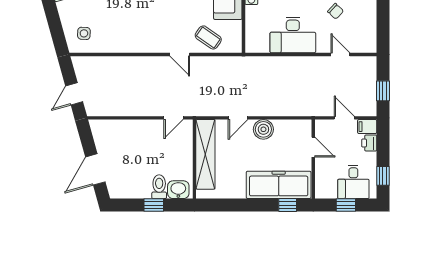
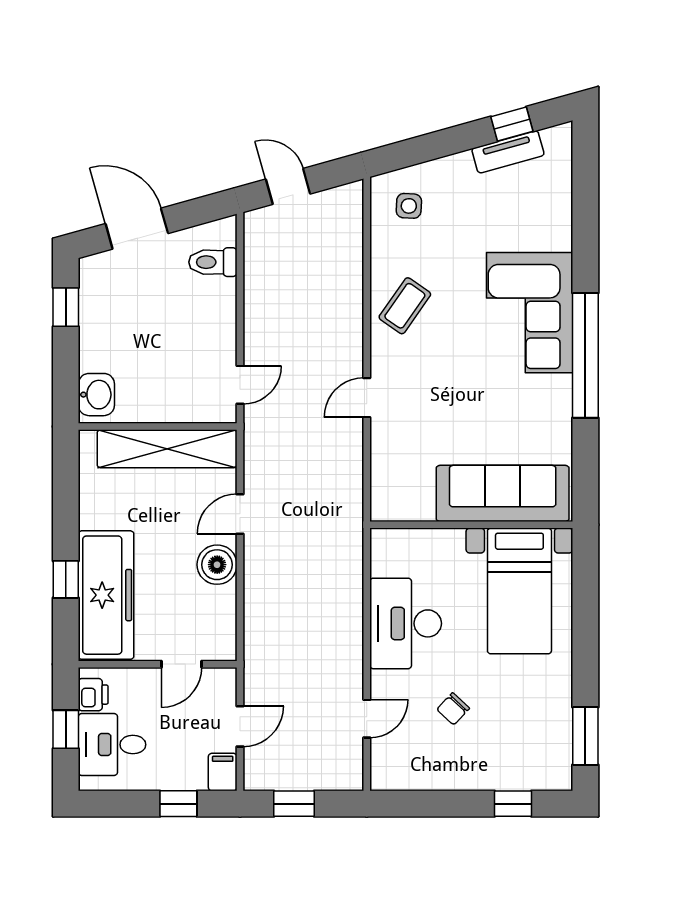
coffee table: (208, 37) -> (405, 306), moved
door: (173, 118) -> (240, 385), swing flipped
door: (238, 118) -> (240, 514), hinge flipped
printer: (369, 143) -> (93, 695), moved, turned 90
window: (383, 176) -> (178, 804), moved
toilet: (159, 187) -> (213, 262), moved, turned 180
window: (154, 205) -> (66, 307), moved
window: (288, 205) -> (66, 579), moved

